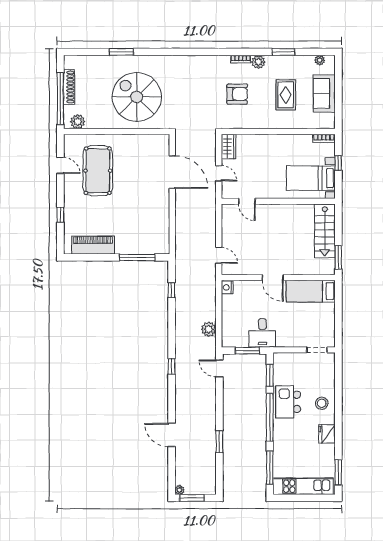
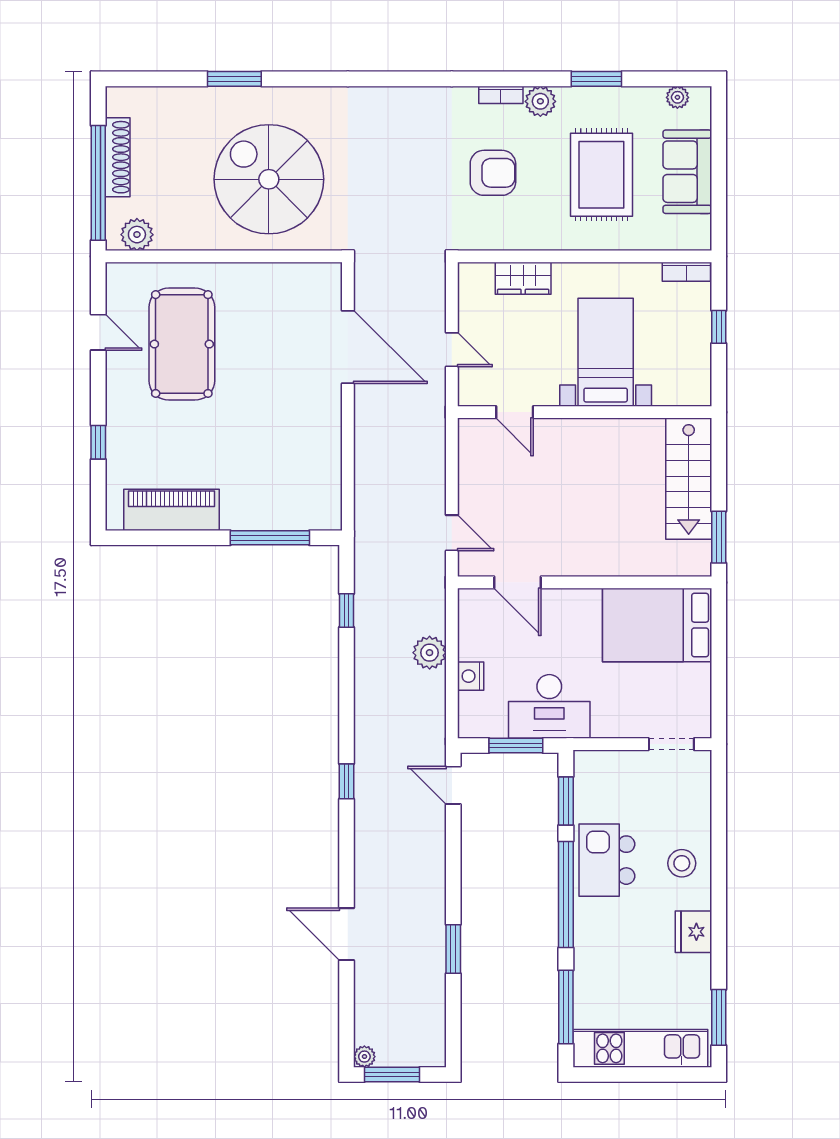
rug: (286, 95) -> (601, 175), width x1.36, depth x1.43
wardrobe: (229, 146) -> (523, 278), moved, turned 90
bed with nightstands: (311, 178) -> (606, 352), moved, turned 90
door: (273, 277) -> (517, 582), moved
nightstand: (227, 287) -> (471, 676), moved
bed: (311, 291) -> (657, 625), width x1.50
plant: (209, 329) -> (430, 653), moved
desk: (262, 333) -> (549, 706), width x1.37

